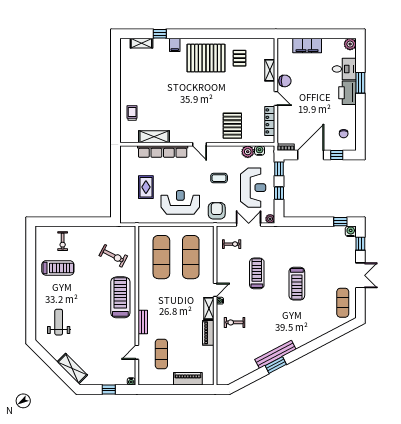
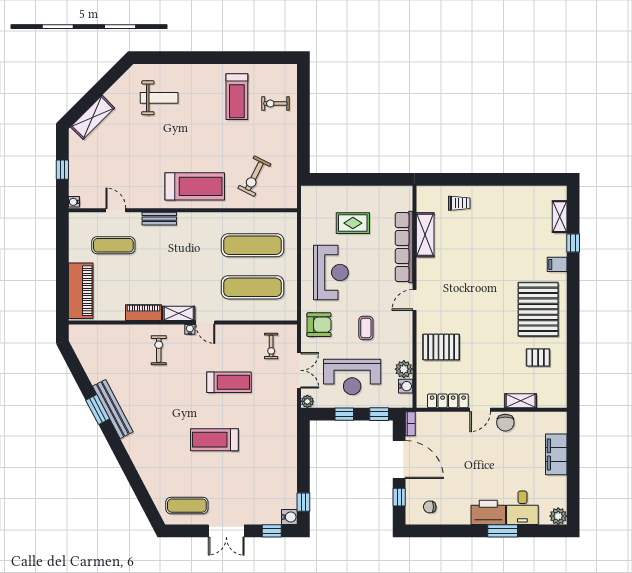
piano: (188, 379) -> (81, 291), width x1.37, depth x1.33

